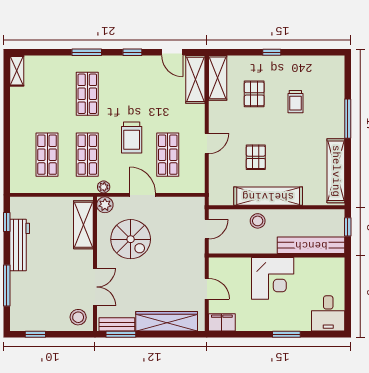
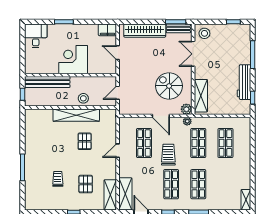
shop shelf: (128, 94) -> (171, 184), added
shelving: (336, 171) -> (30, 132), removed

